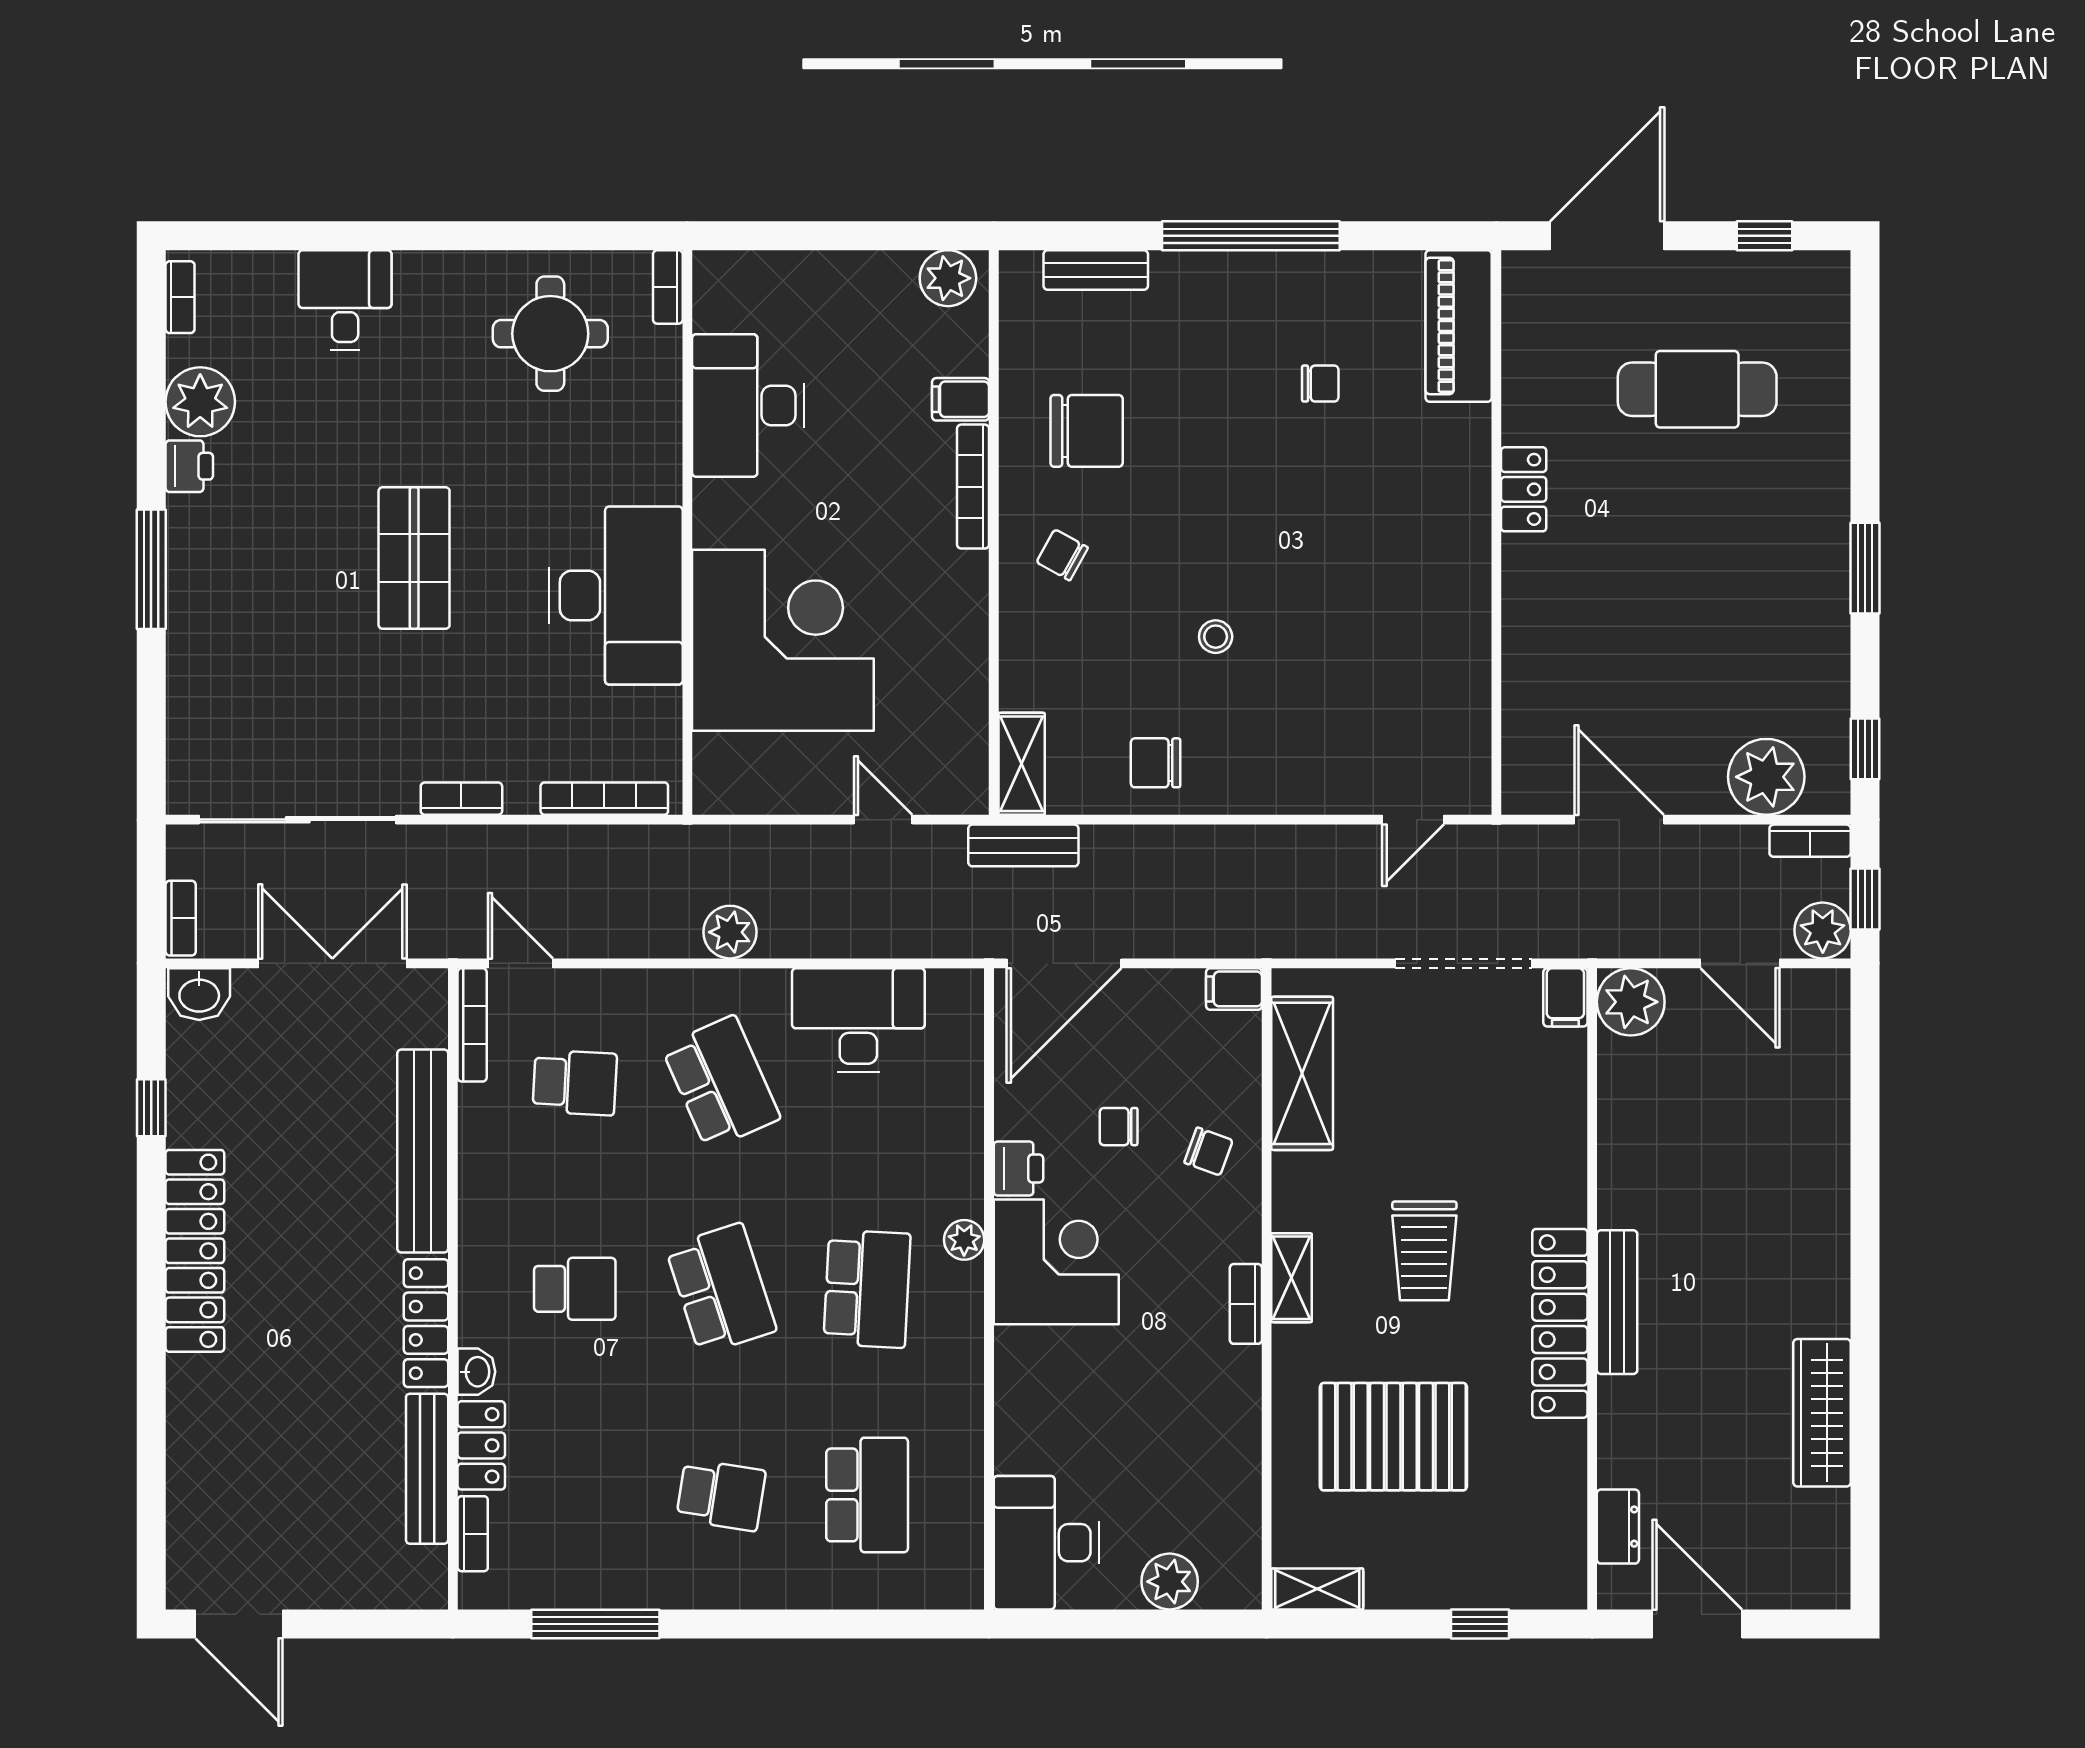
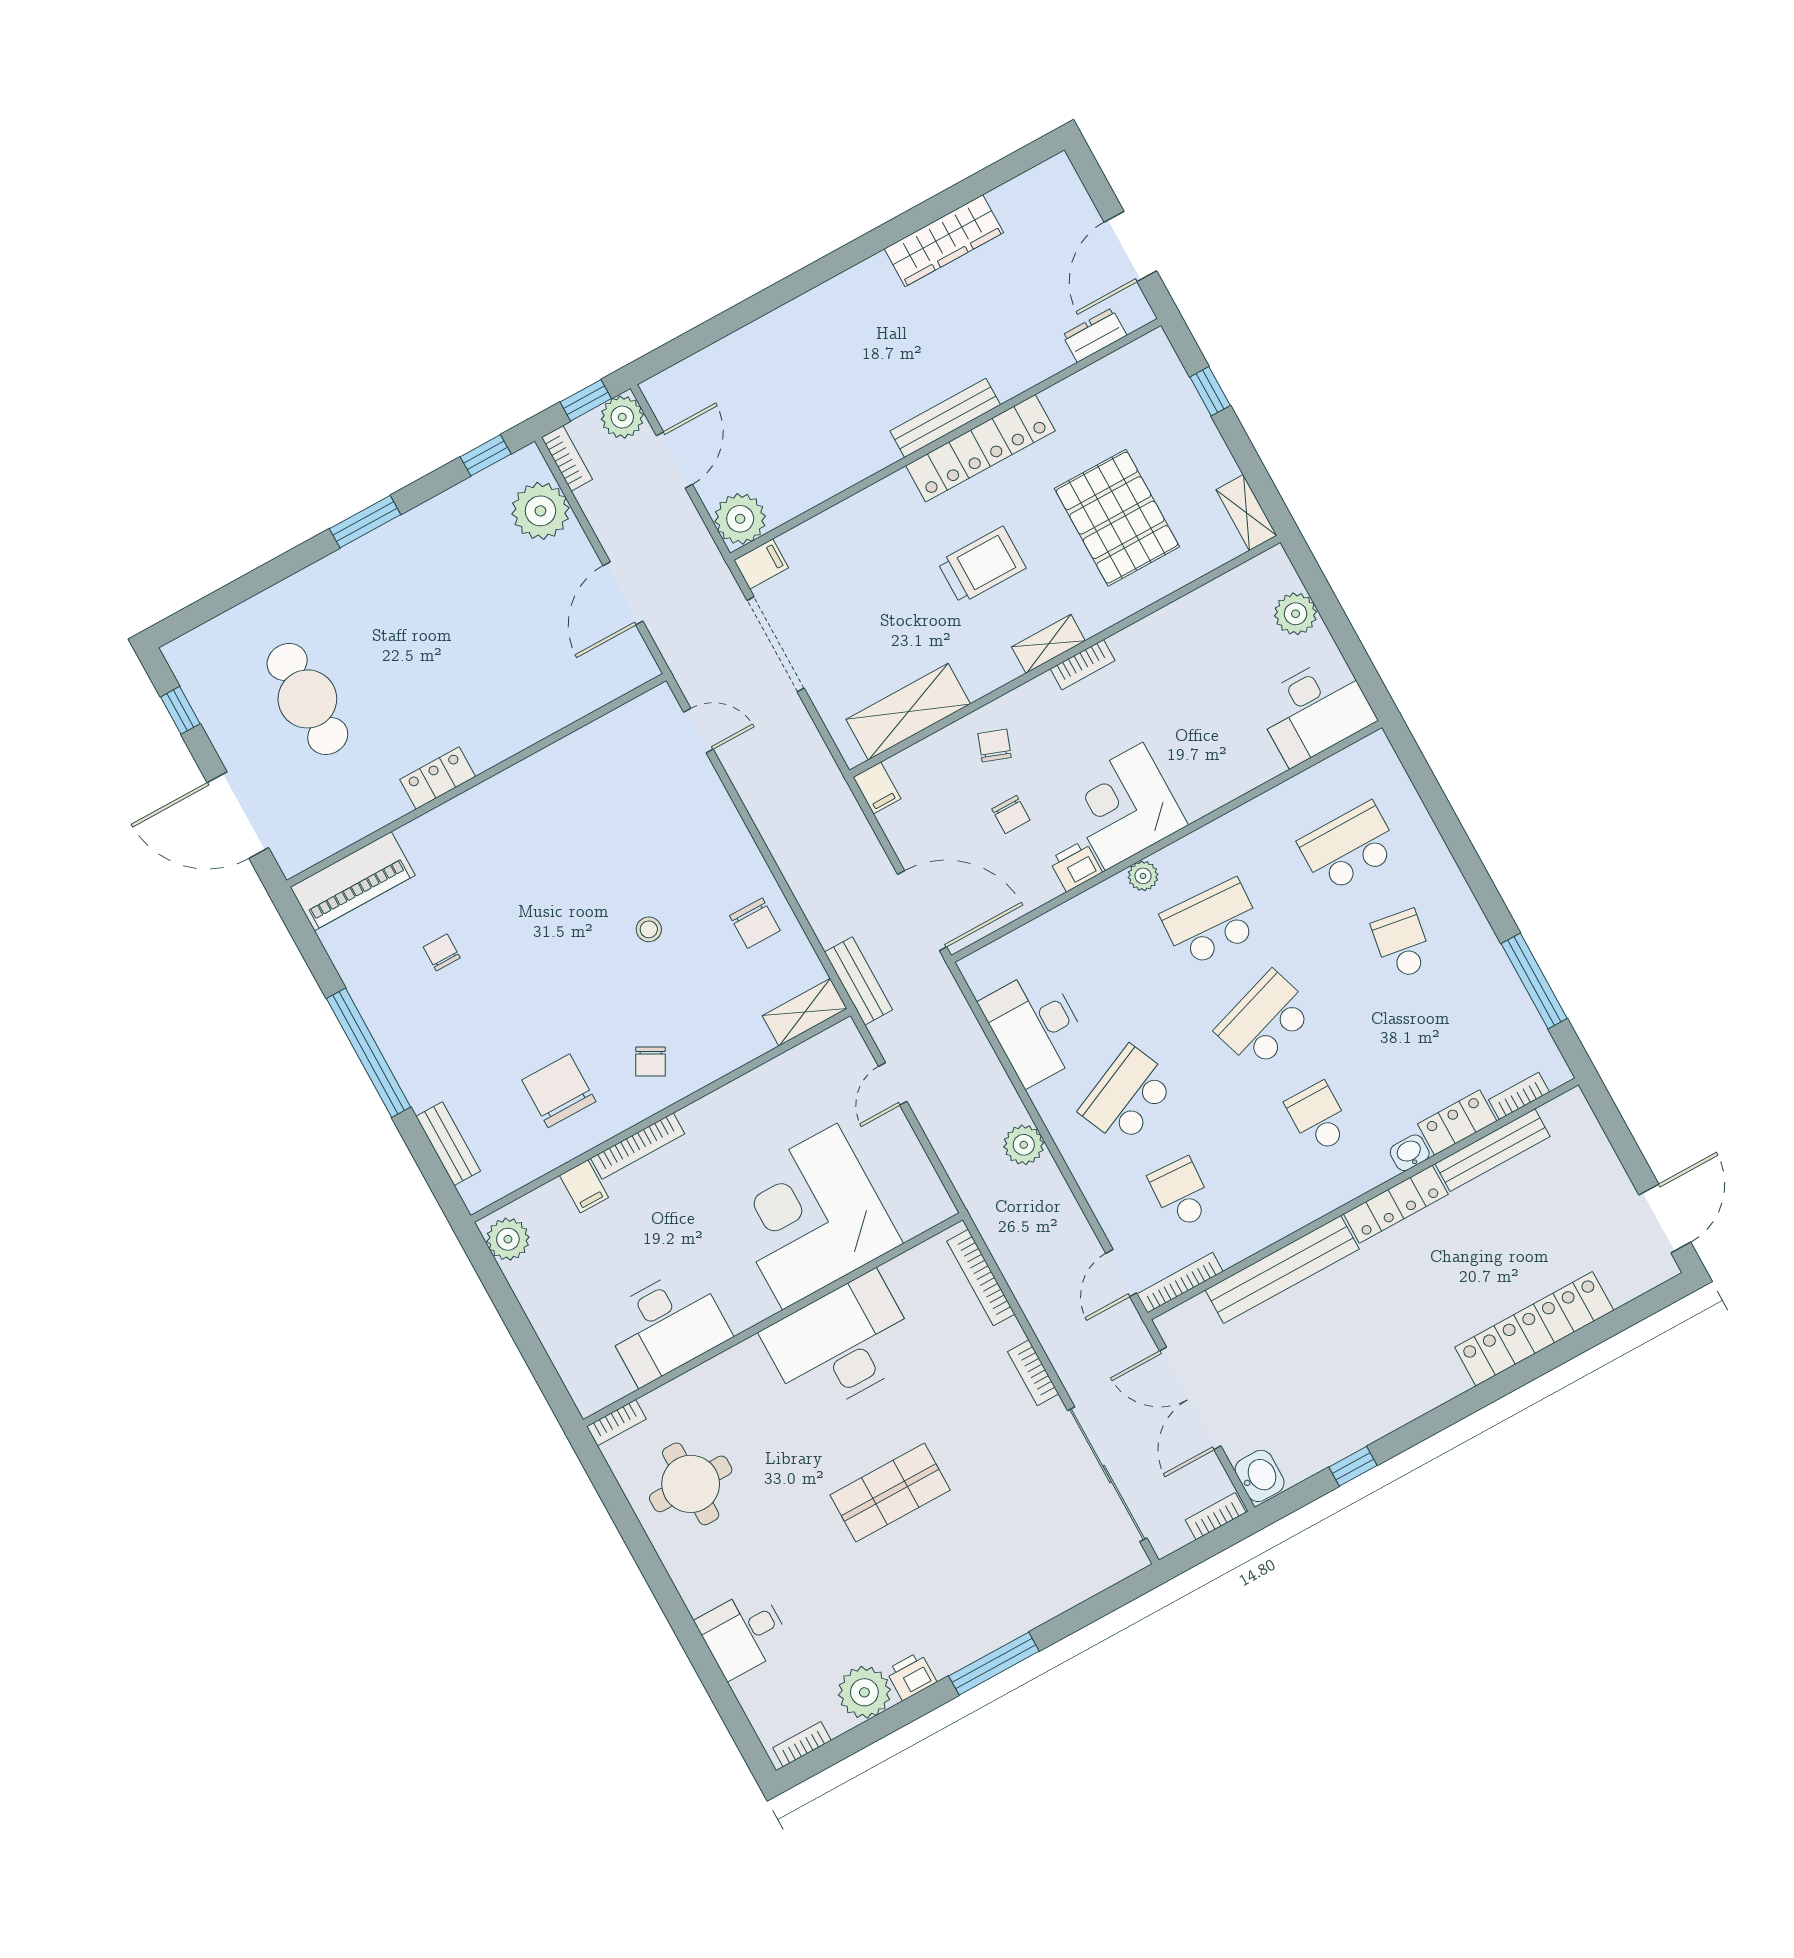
locker: (195, 1251) -> (1534, 1329), moved

